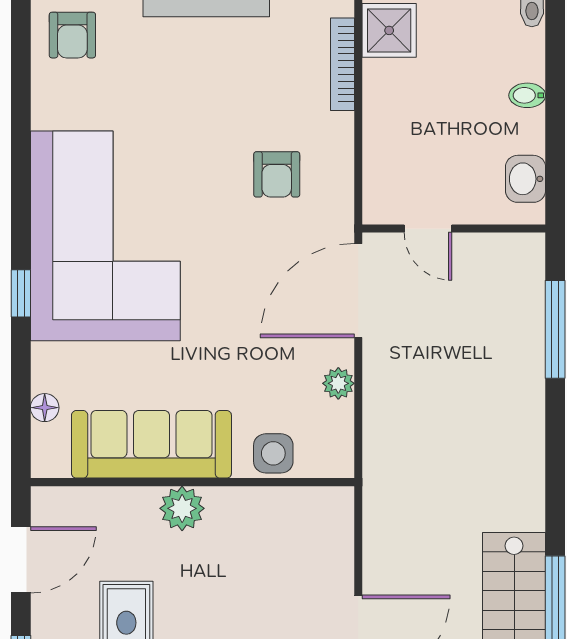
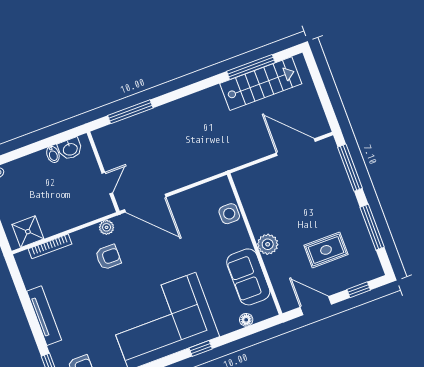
bidet: (527, 95) -> (53, 154), moved
plant: (338, 383) -> (107, 227), moved
sofa: (151, 444) -> (248, 277), width x0.73

